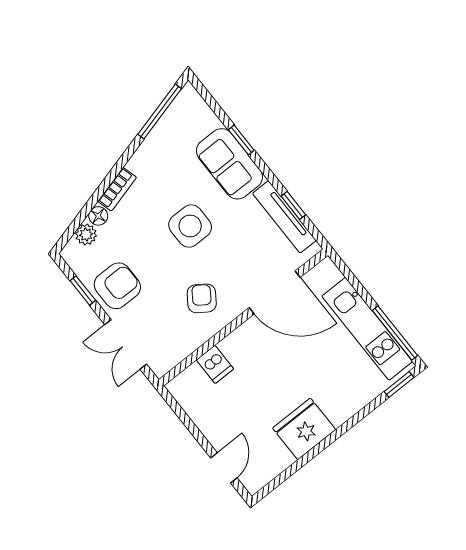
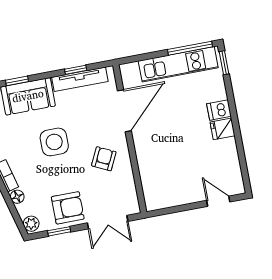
plant: (86, 235) -> (31, 224), moved
armchair: (117, 286) -> (68, 208), turned 90
armchair: (202, 298) -> (104, 159), turned 81
dishwasher: (215, 364) -> (219, 110), moved, turned 180
fridge: (304, 429) -> (223, 129), width x0.53, depth x0.75

